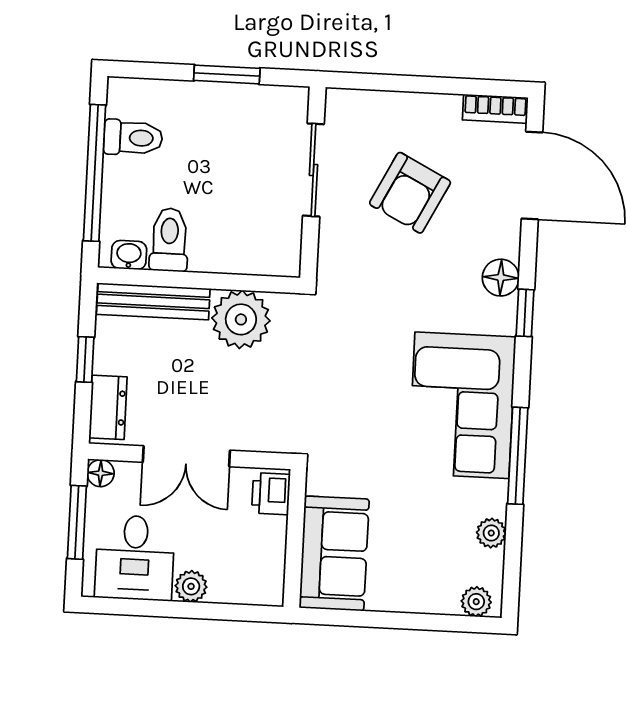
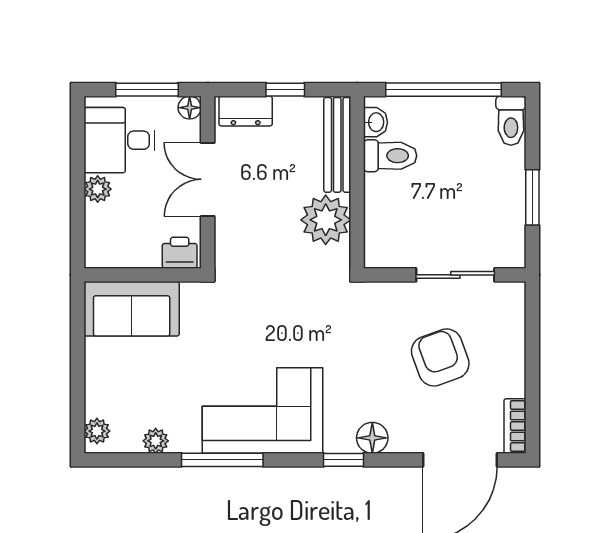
toilet: (133, 138) -> (511, 121), moved
armchair: (410, 193) -> (440, 357), turned 43

